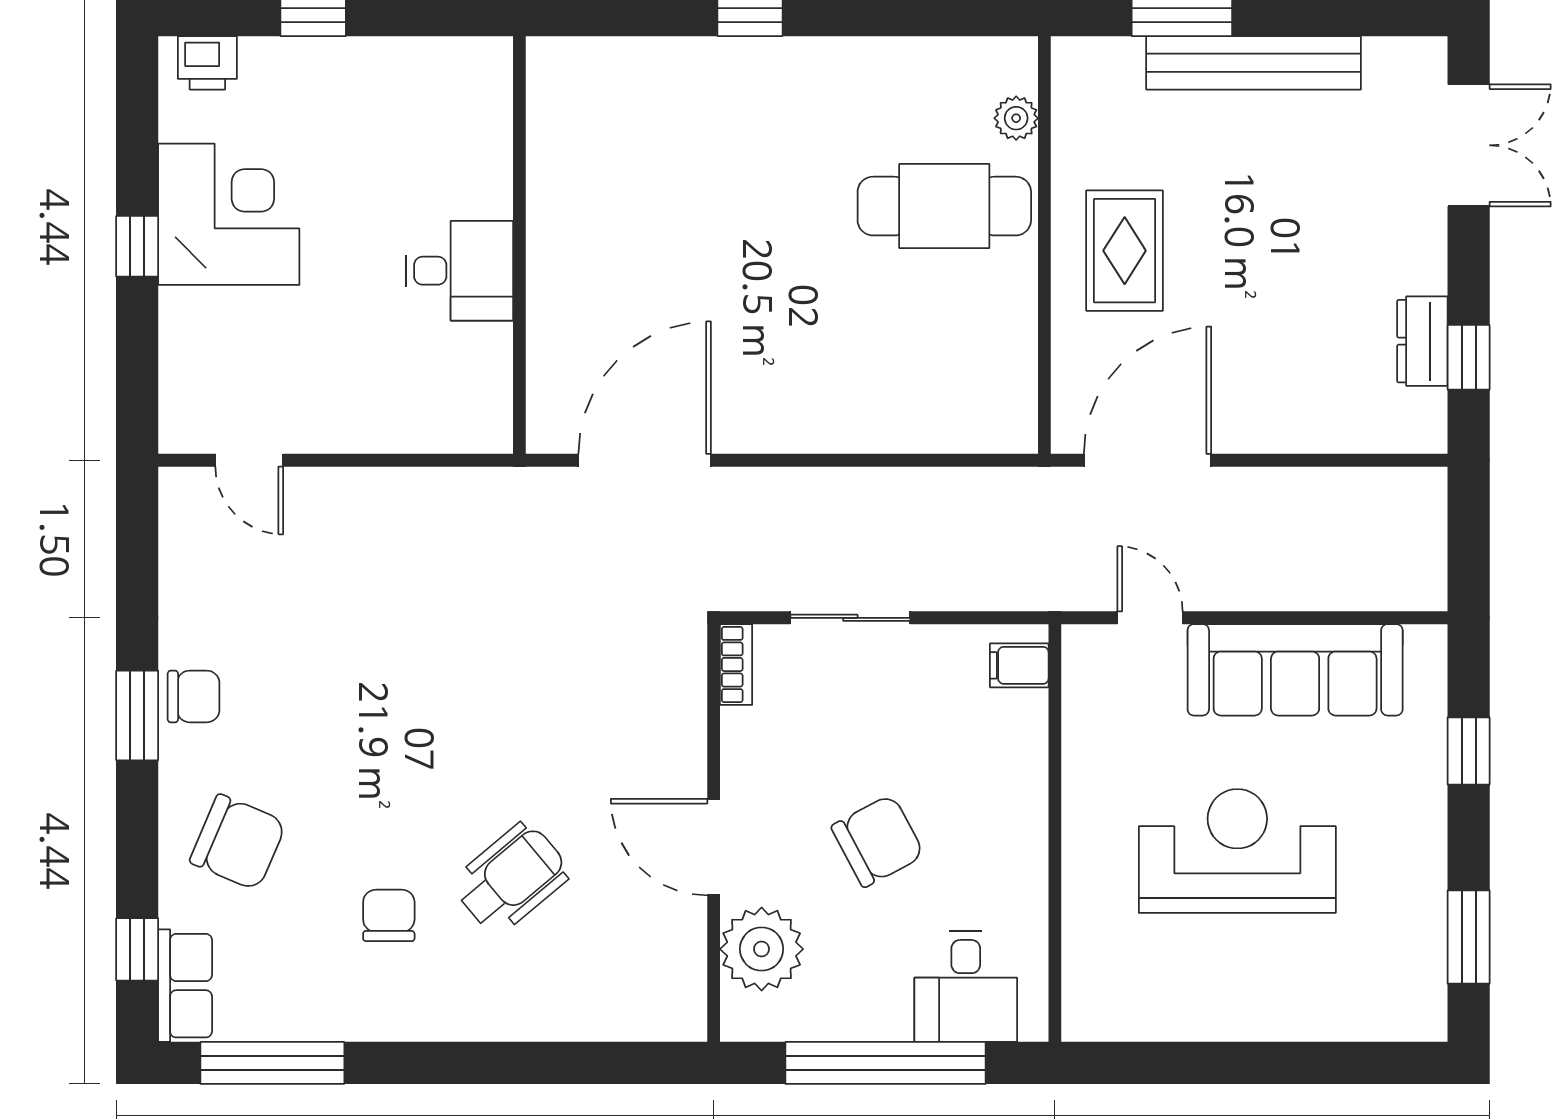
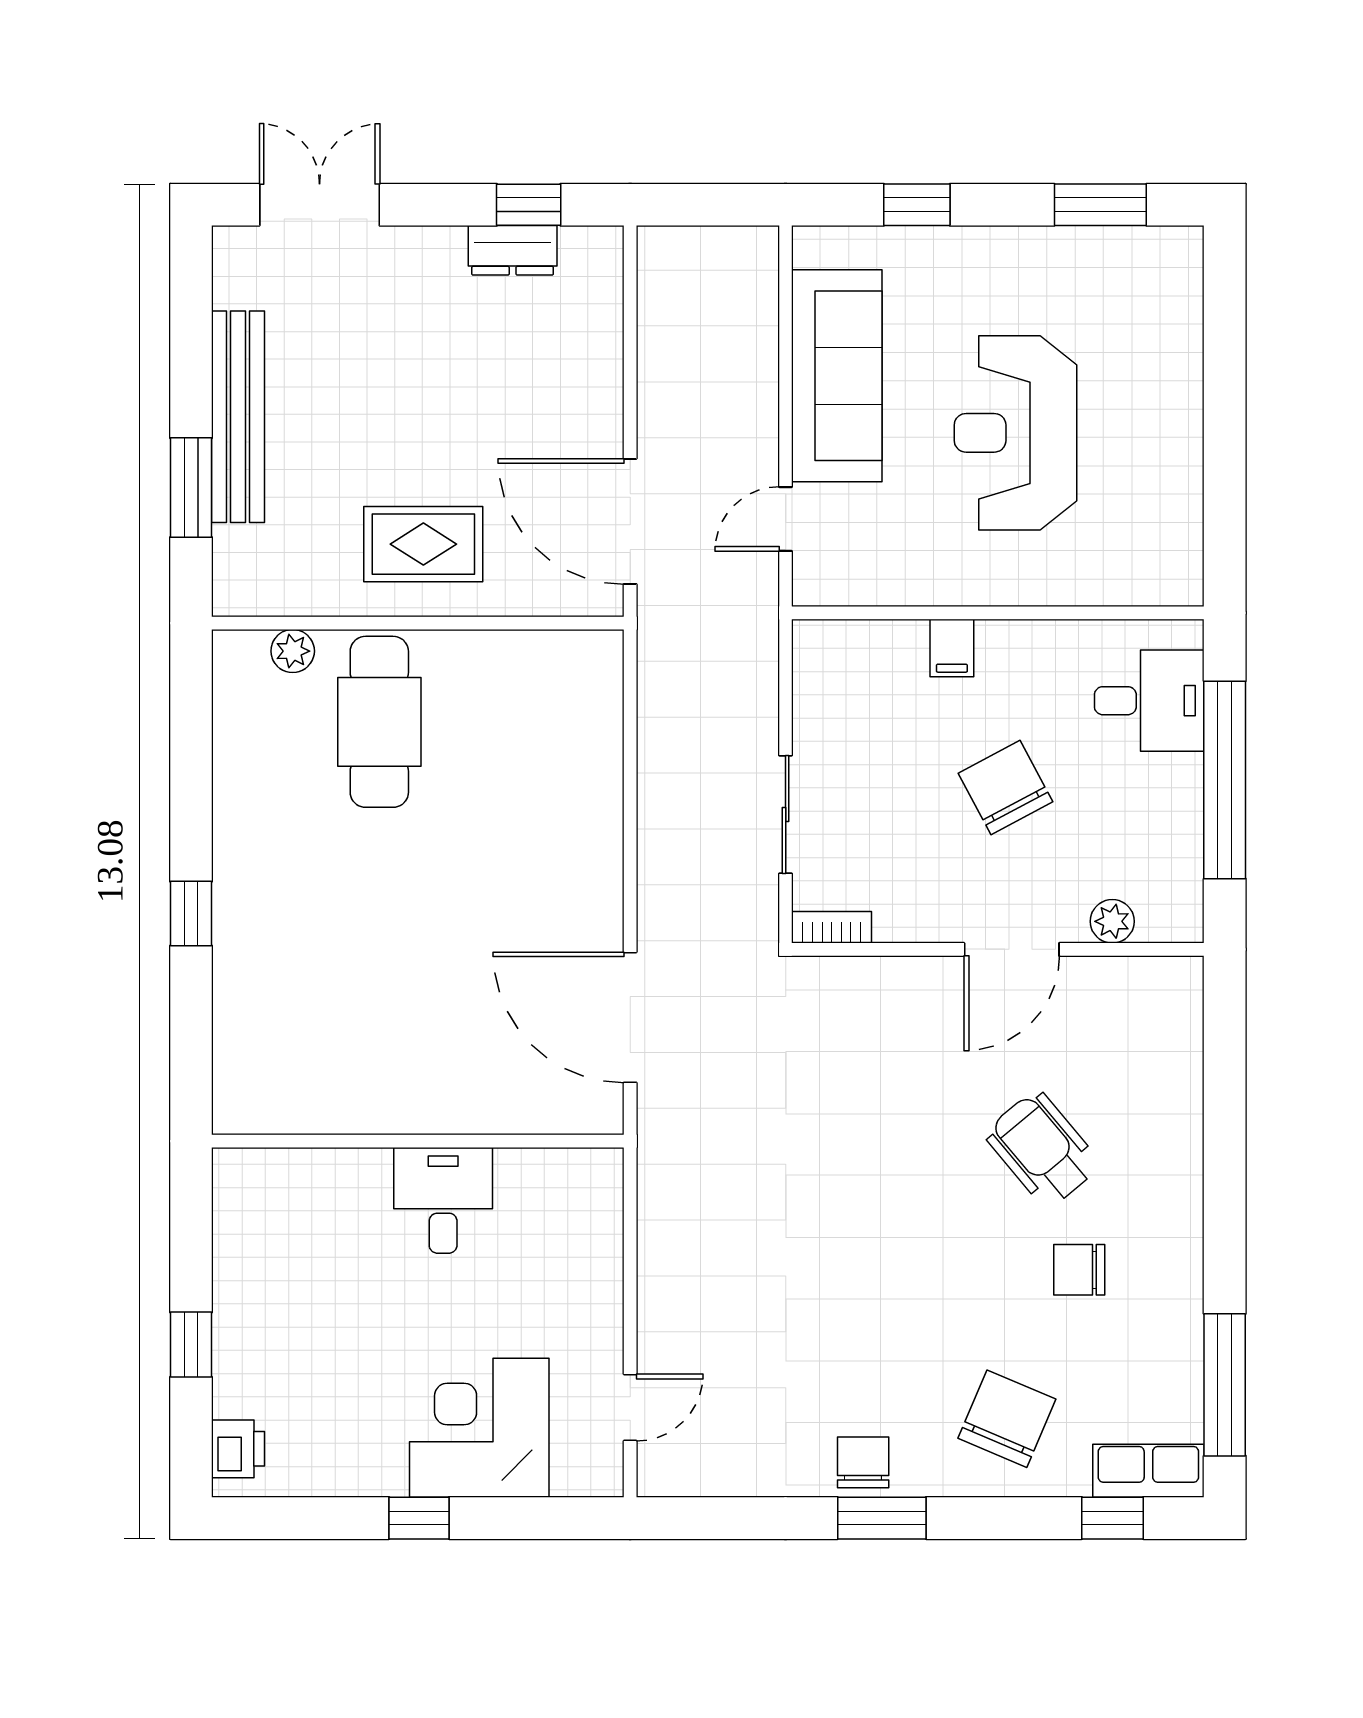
corner desk: (229, 214) -> (479, 1428), moved
filing cabinet: (1019, 665) -> (952, 648), moved
plant: (762, 949) -> (1112, 921), width x0.53, depth x0.53

